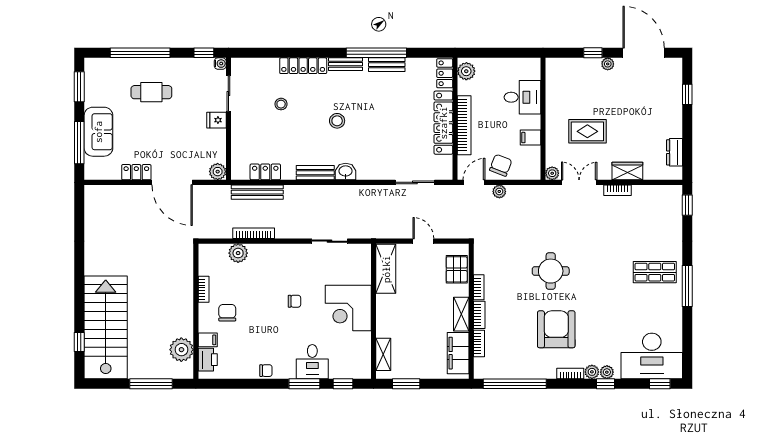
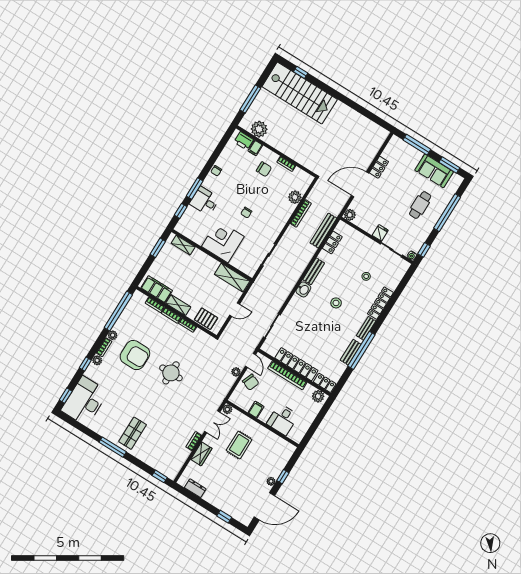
sofa: (98, 132) -> (434, 171), moved
plant: (607, 372) -> (113, 335), moved

